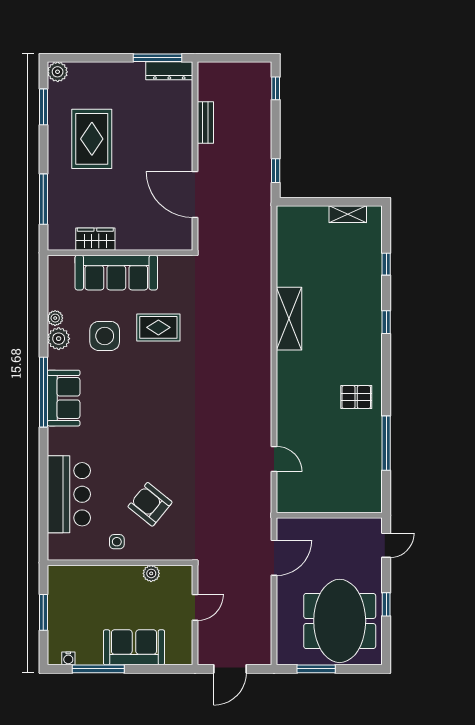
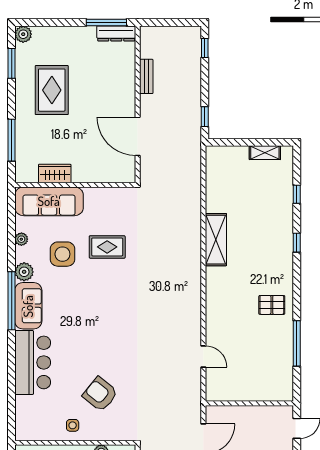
sofa: (116, 273) -> (49, 201), moved
plant: (59, 339) -> (24, 272), moved
bar counter: (69, 494) -> (33, 362), moved

